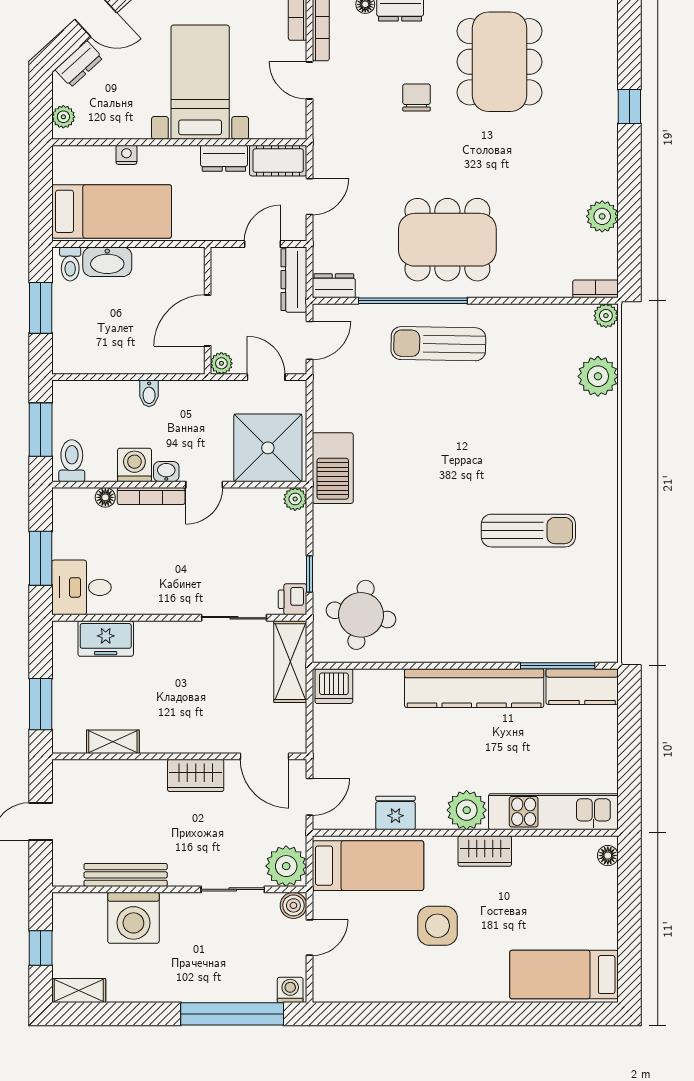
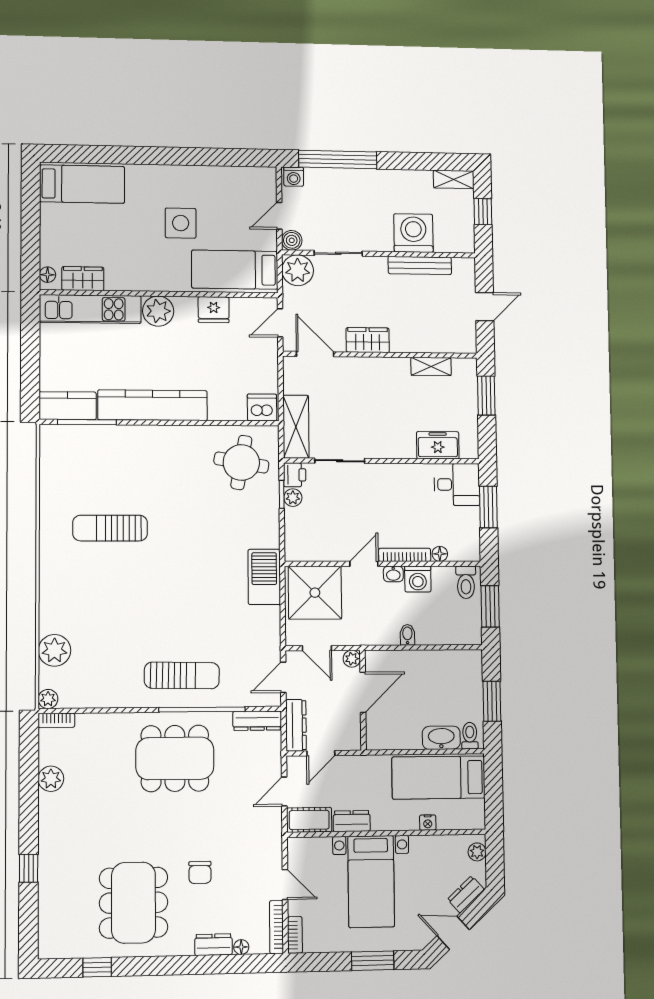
dresser: (334, 286) -> (257, 721), width x1.44
plant: (295, 499) -> (293, 498), moved
wardrobe: (485, 851) -> (83, 279), moved

